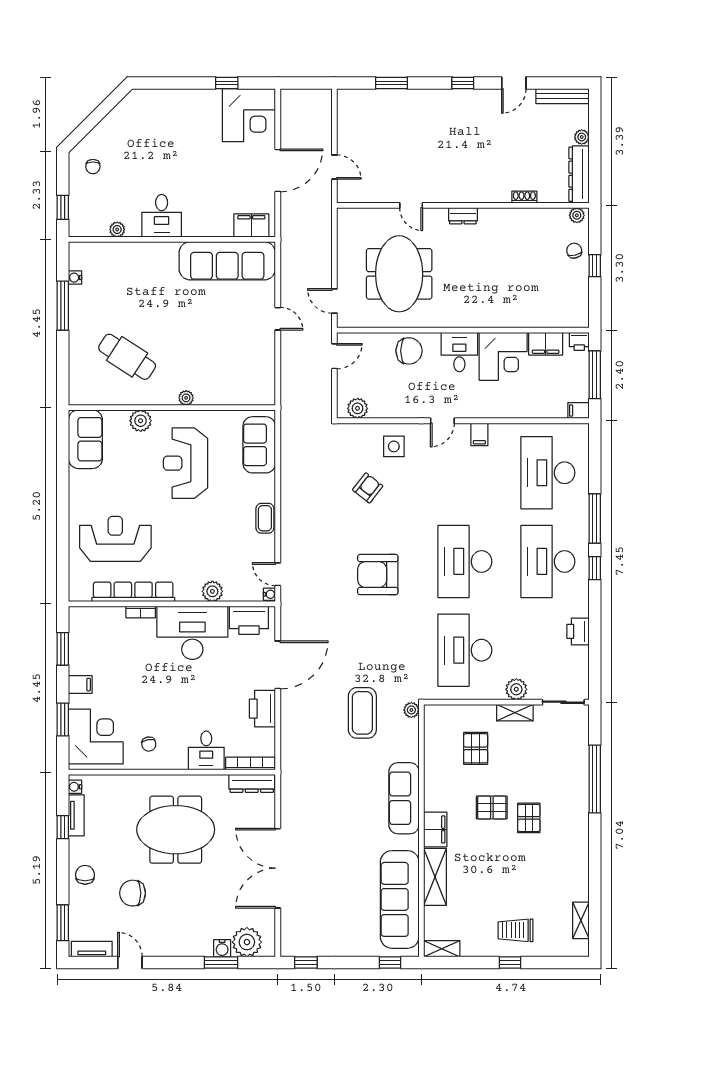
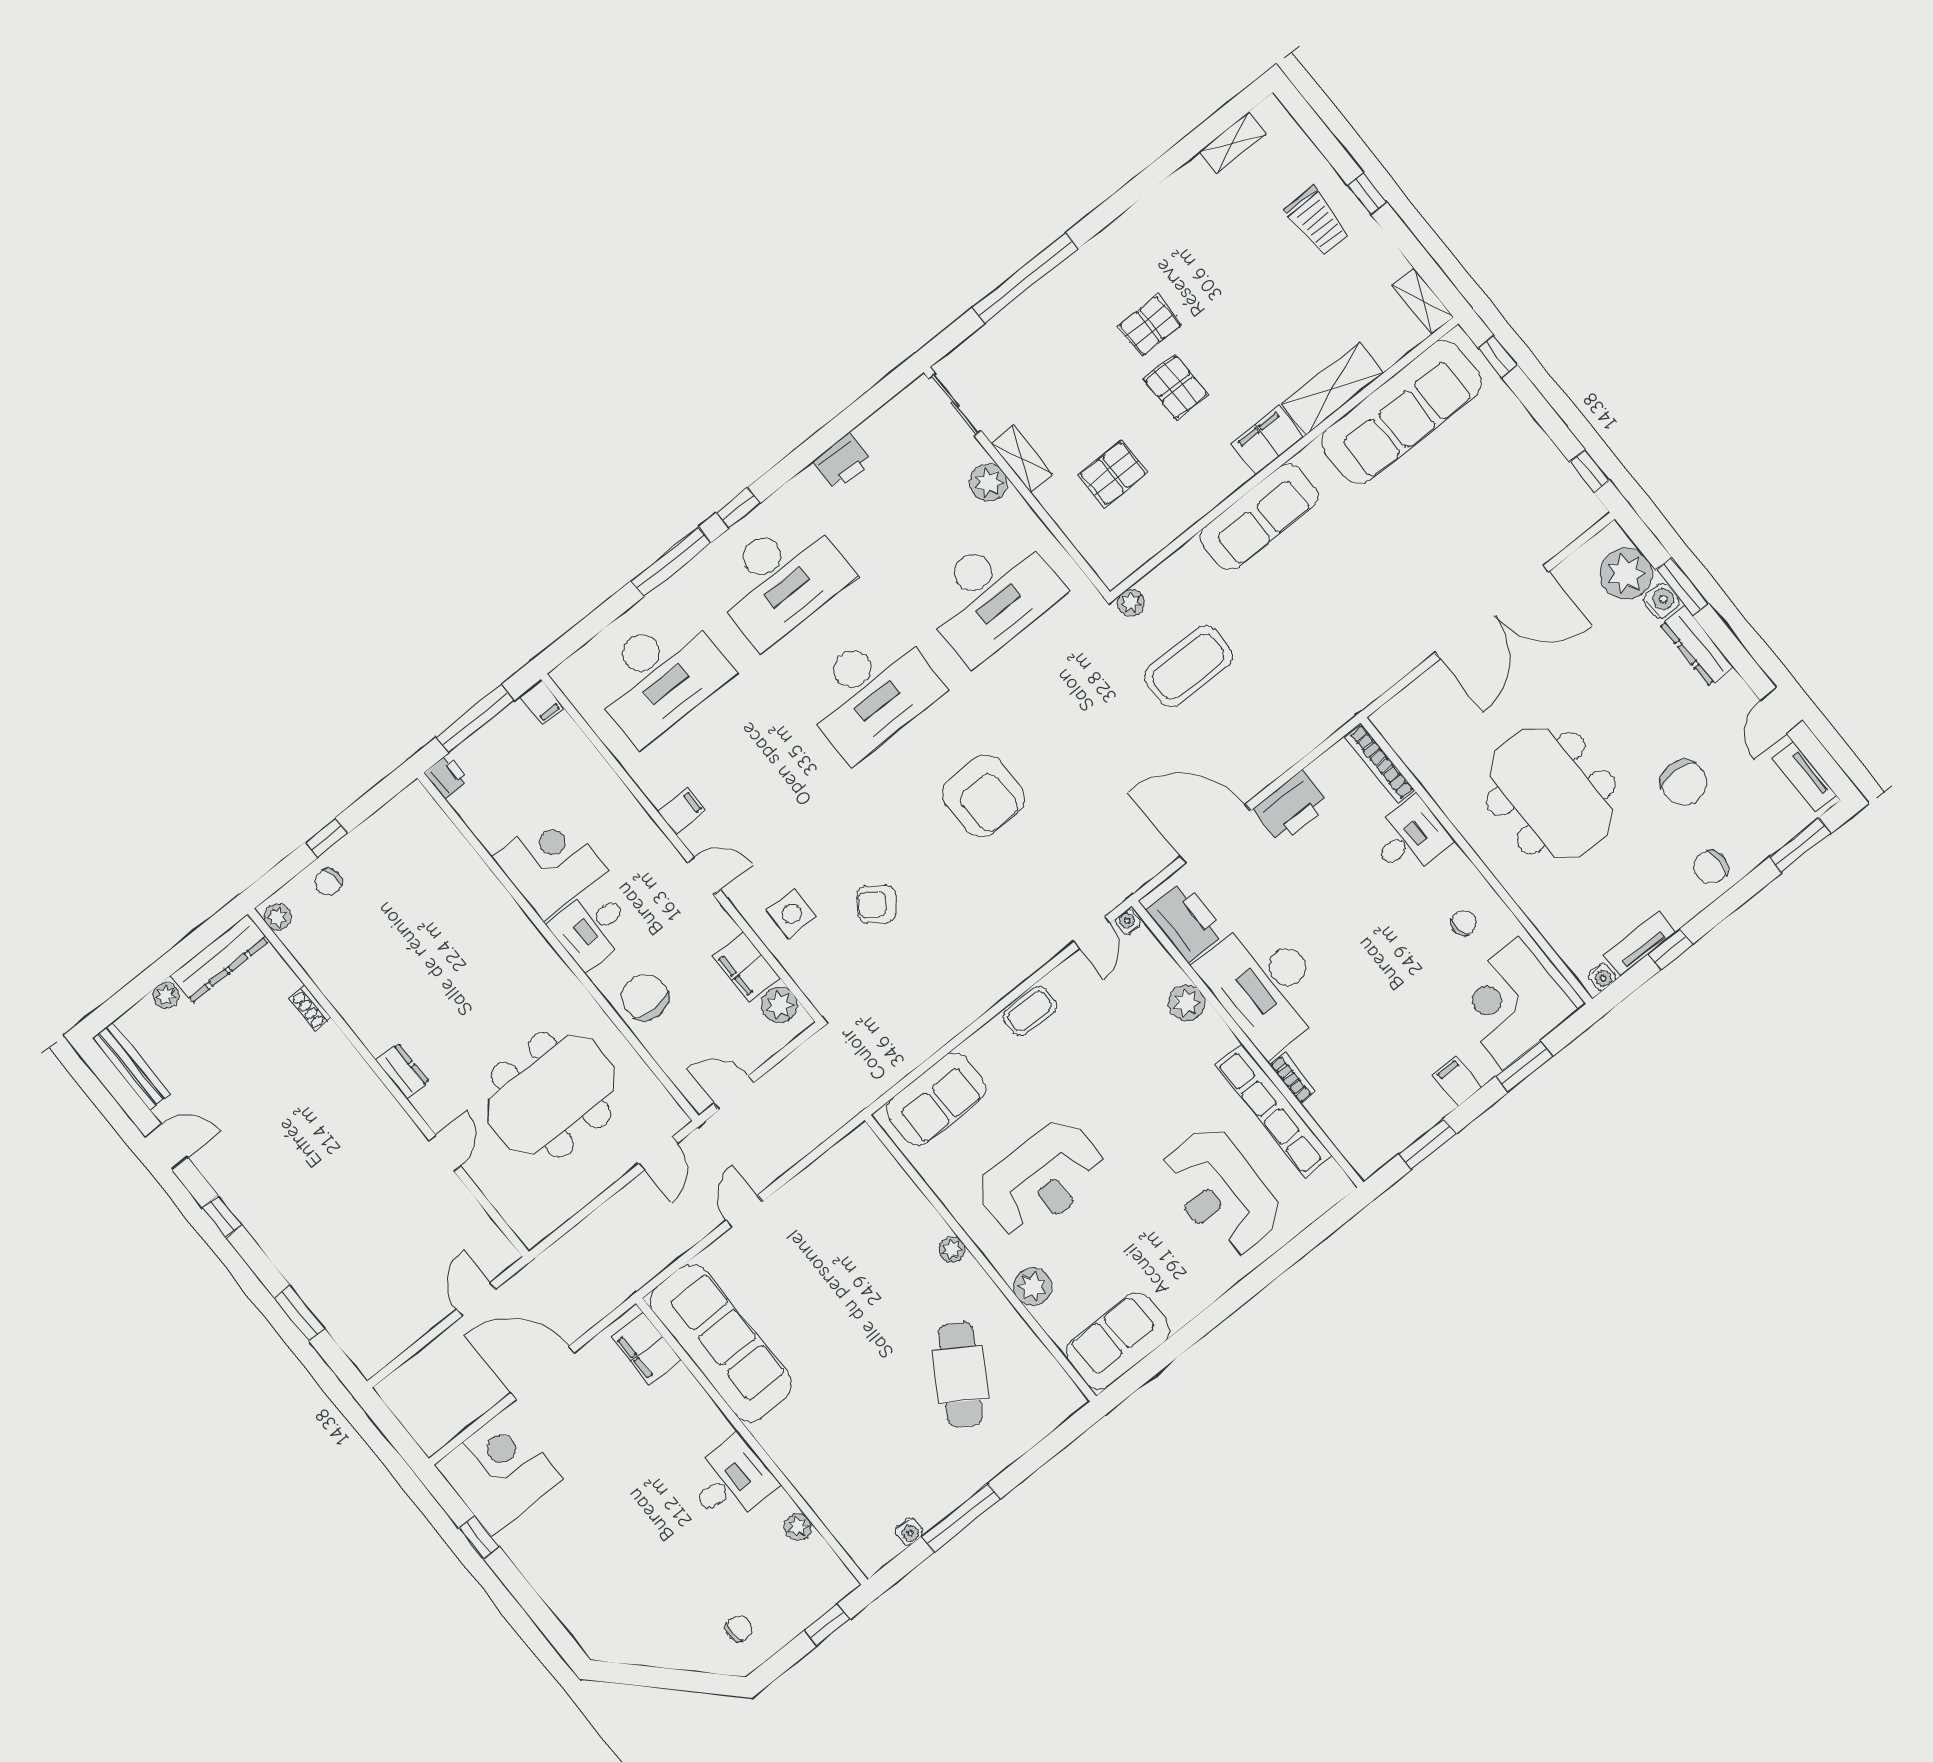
filing cabinet: (546, 344) -> (746, 967), moved, turned 180
dresser: (252, 783) -> (1697, 646), moved, turned 180

